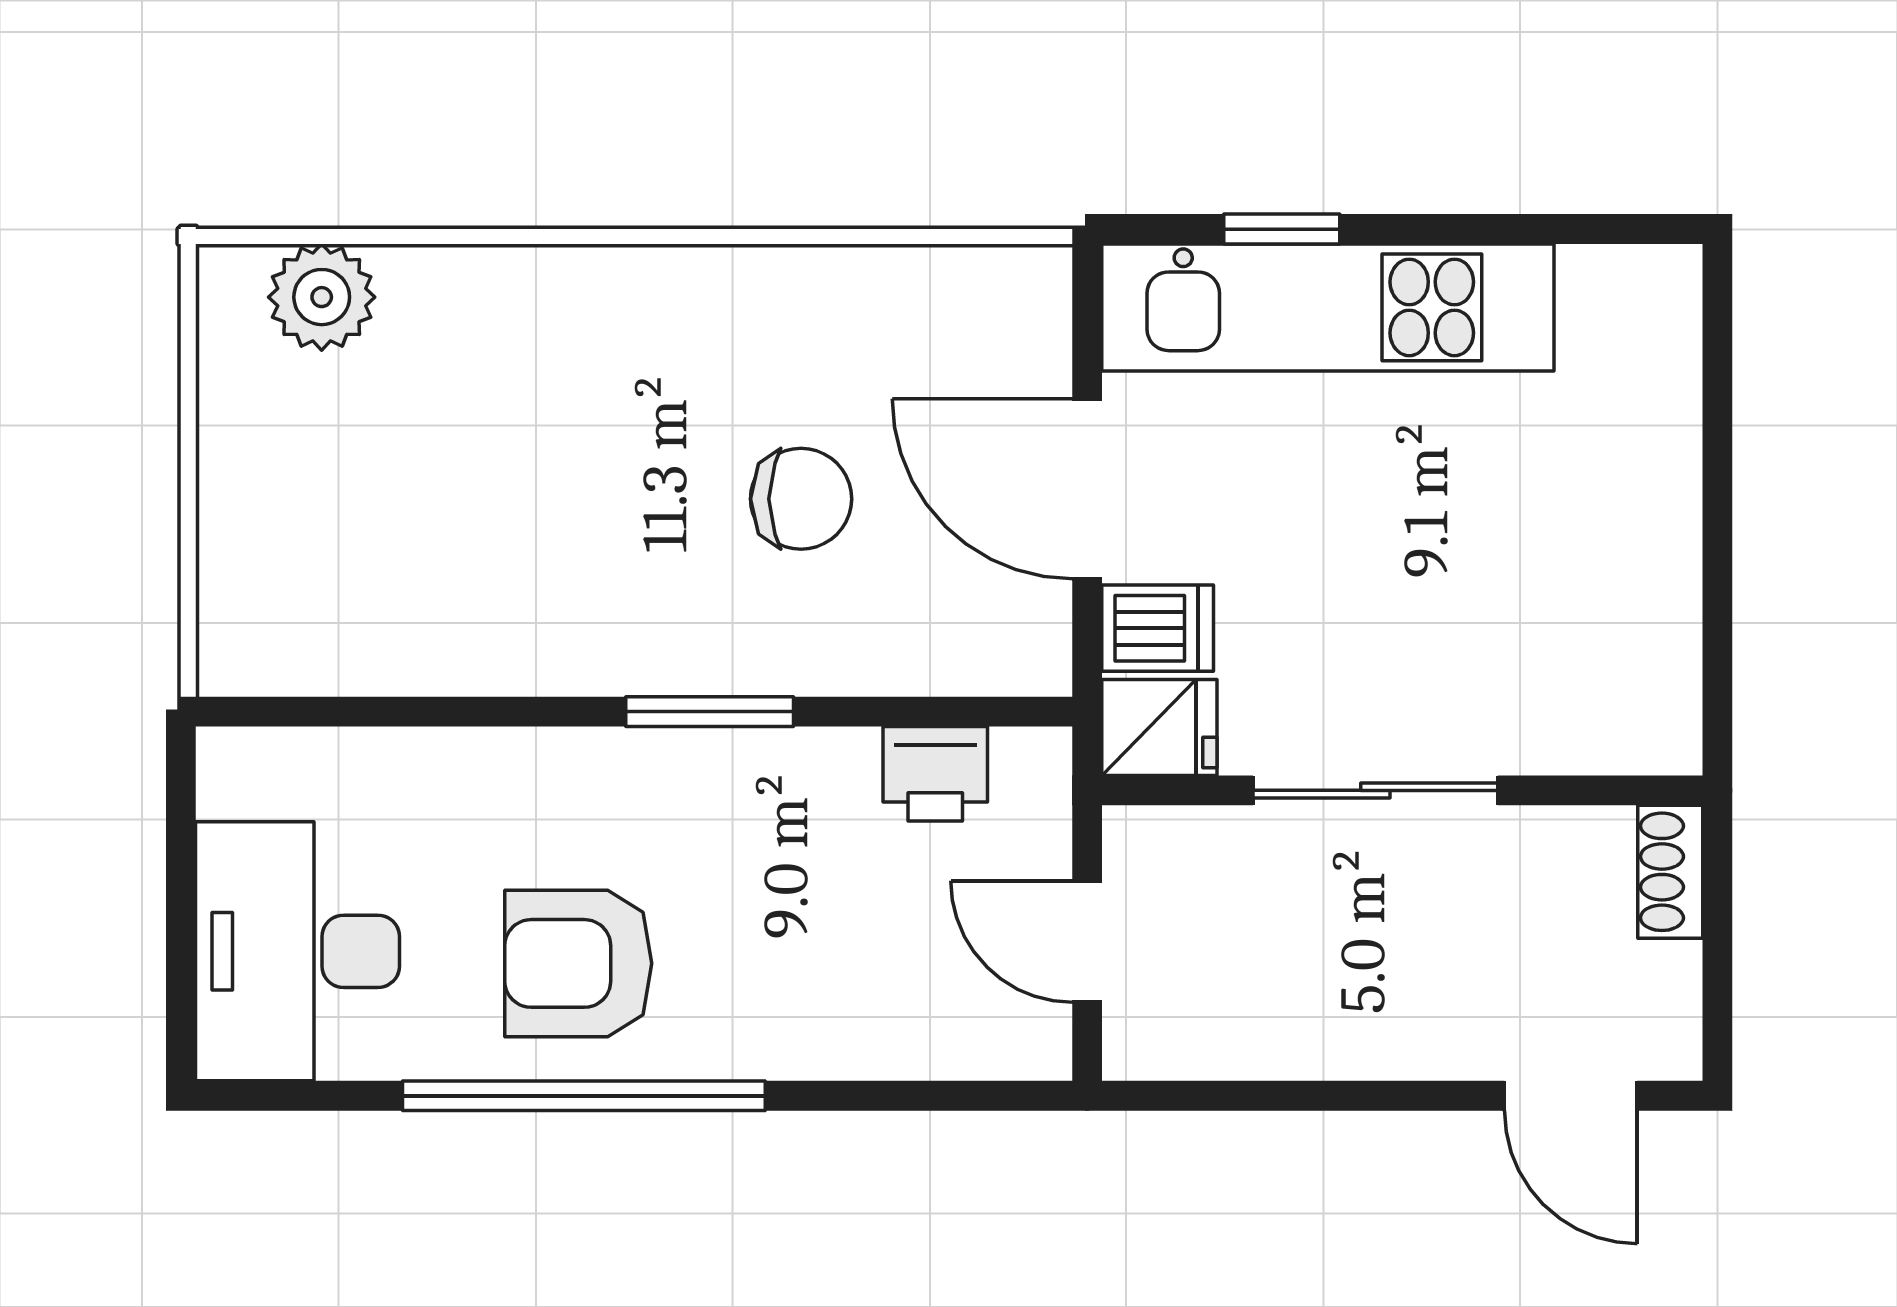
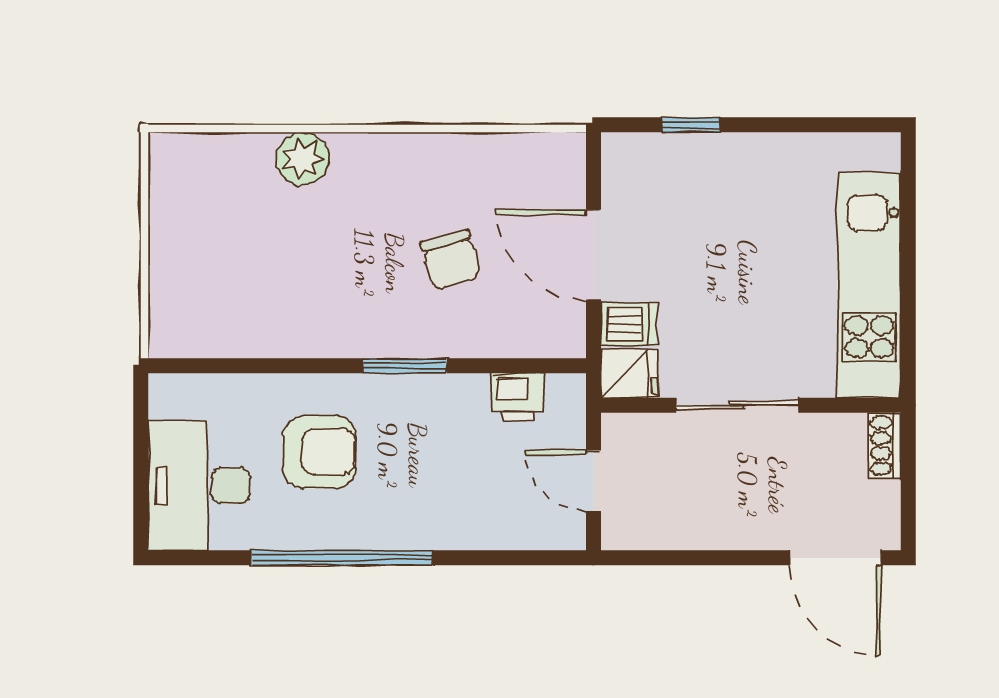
plant: (322, 297) -> (302, 159), moved
kitchen unit: (1328, 307) -> (869, 285), moved, turned 90
chair: (801, 499) -> (451, 260), turned 74
armchair: (578, 963) -> (319, 452), moved, turned 180
door: (1571, 1096) -> (835, 558), width x1.38

